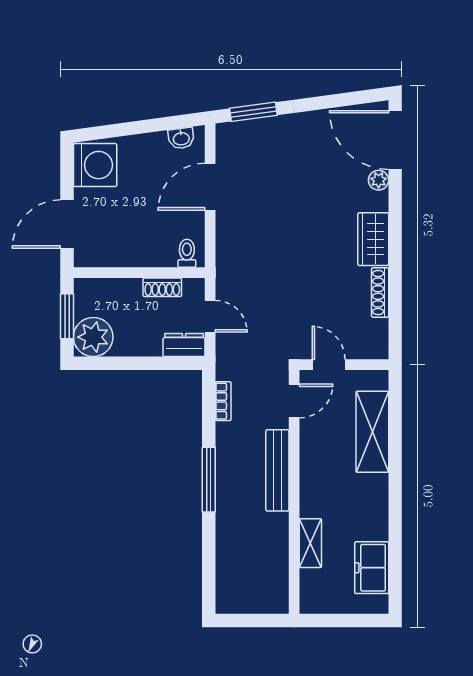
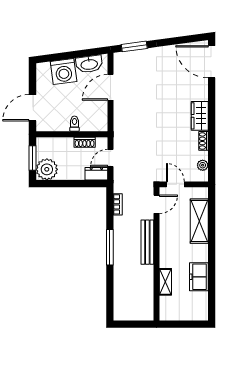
washbasin: (181, 138) -> (89, 64), width x1.91, depth x1.45
washing machine: (95, 165) -> (64, 71), moved, turned 82
plant: (379, 180) -> (203, 165), moved
toilet: (187, 253) -> (74, 124), moved
shoe rack: (380, 293) -> (203, 141), width x0.70
door: (210, 316) -> (111, 158), swing flipped
freezer: (372, 568) -> (199, 277), moved

